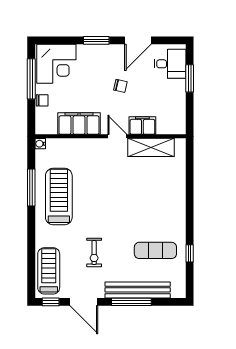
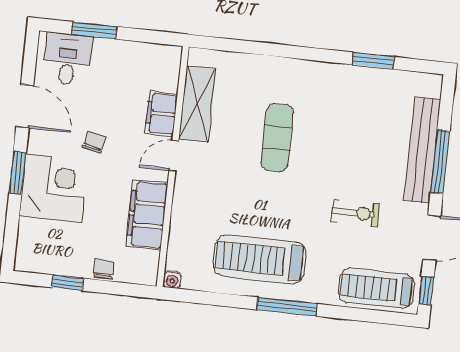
corner desk: (56, 64) -> (53, 188), moved
window: (31, 79) -> (67, 283), width x0.46
window: (31, 187) -> (287, 307), moved
exercise mat: (155, 250) -> (277, 138), moved
window: (190, 253) -> (373, 61), width x1.50

